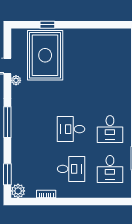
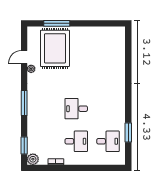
window: (47, 25) -> (57, 23), width x2.17
desk: (110, 129) -> (108, 109), removed
desk: (110, 169) -> (108, 141), turned -90

